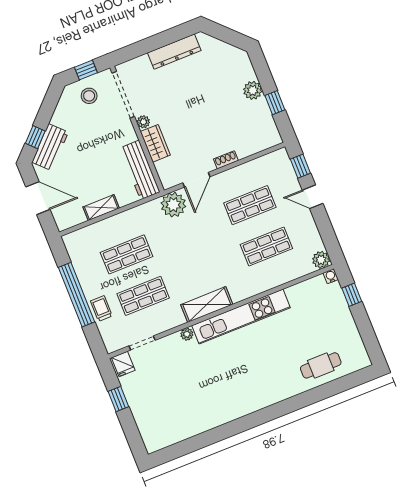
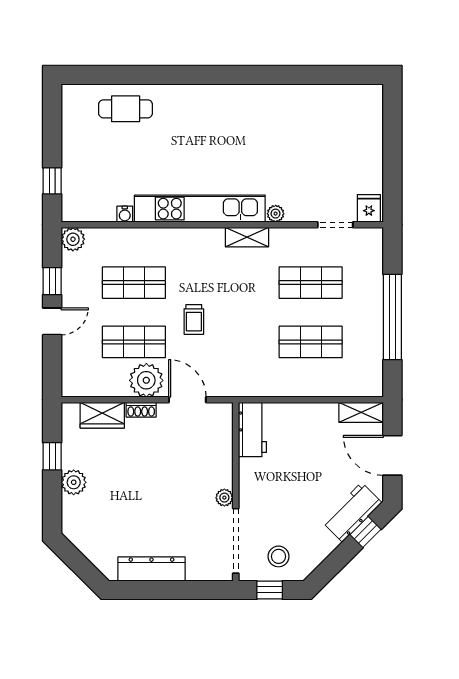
wardrobe: (155, 143) -> (102, 415), moved, turned -90
window: (300, 166) -> (52, 281), moved
workbench: (140, 170) -> (252, 430), width x0.73
door: (196, 180) -> (187, 400), hinge flipped
door: (313, 197) -> (52, 321), hinge flipped
plant: (173, 205) -> (146, 380), moved
shelving: (101, 208) -> (361, 412), moved
water cooler: (331, 276) -> (125, 214), moved
shelving: (207, 305) -> (247, 237), width x0.67, depth x0.75
trolley: (101, 308) -> (194, 319), moved
window: (118, 399) -> (392, 167), removed

